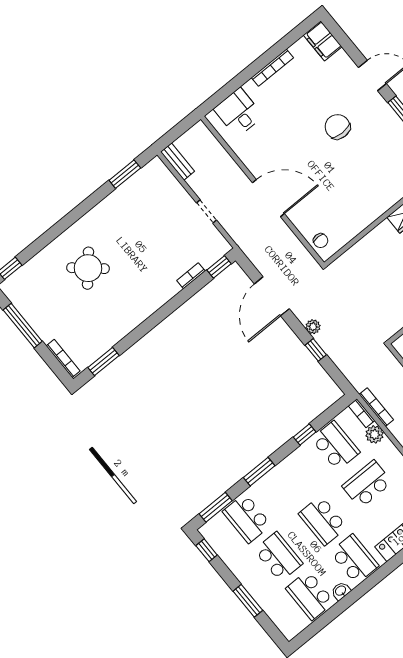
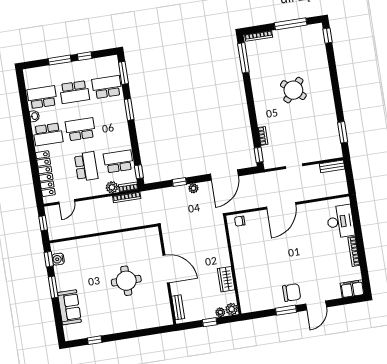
desk: (238, 112) -> (340, 221), width x1.37
chair: (337, 127) -> (292, 293), moved
round table: (88, 268) -> (293, 90), moved
door: (272, 296) -> (224, 175), swing flipped
window: (103, 361) -> (243, 58), width x1.44
window: (305, 434) -> (139, 172), moved
school desk: (336, 446) -> (119, 161), turned 180
window: (207, 550) -> (85, 56), moved

